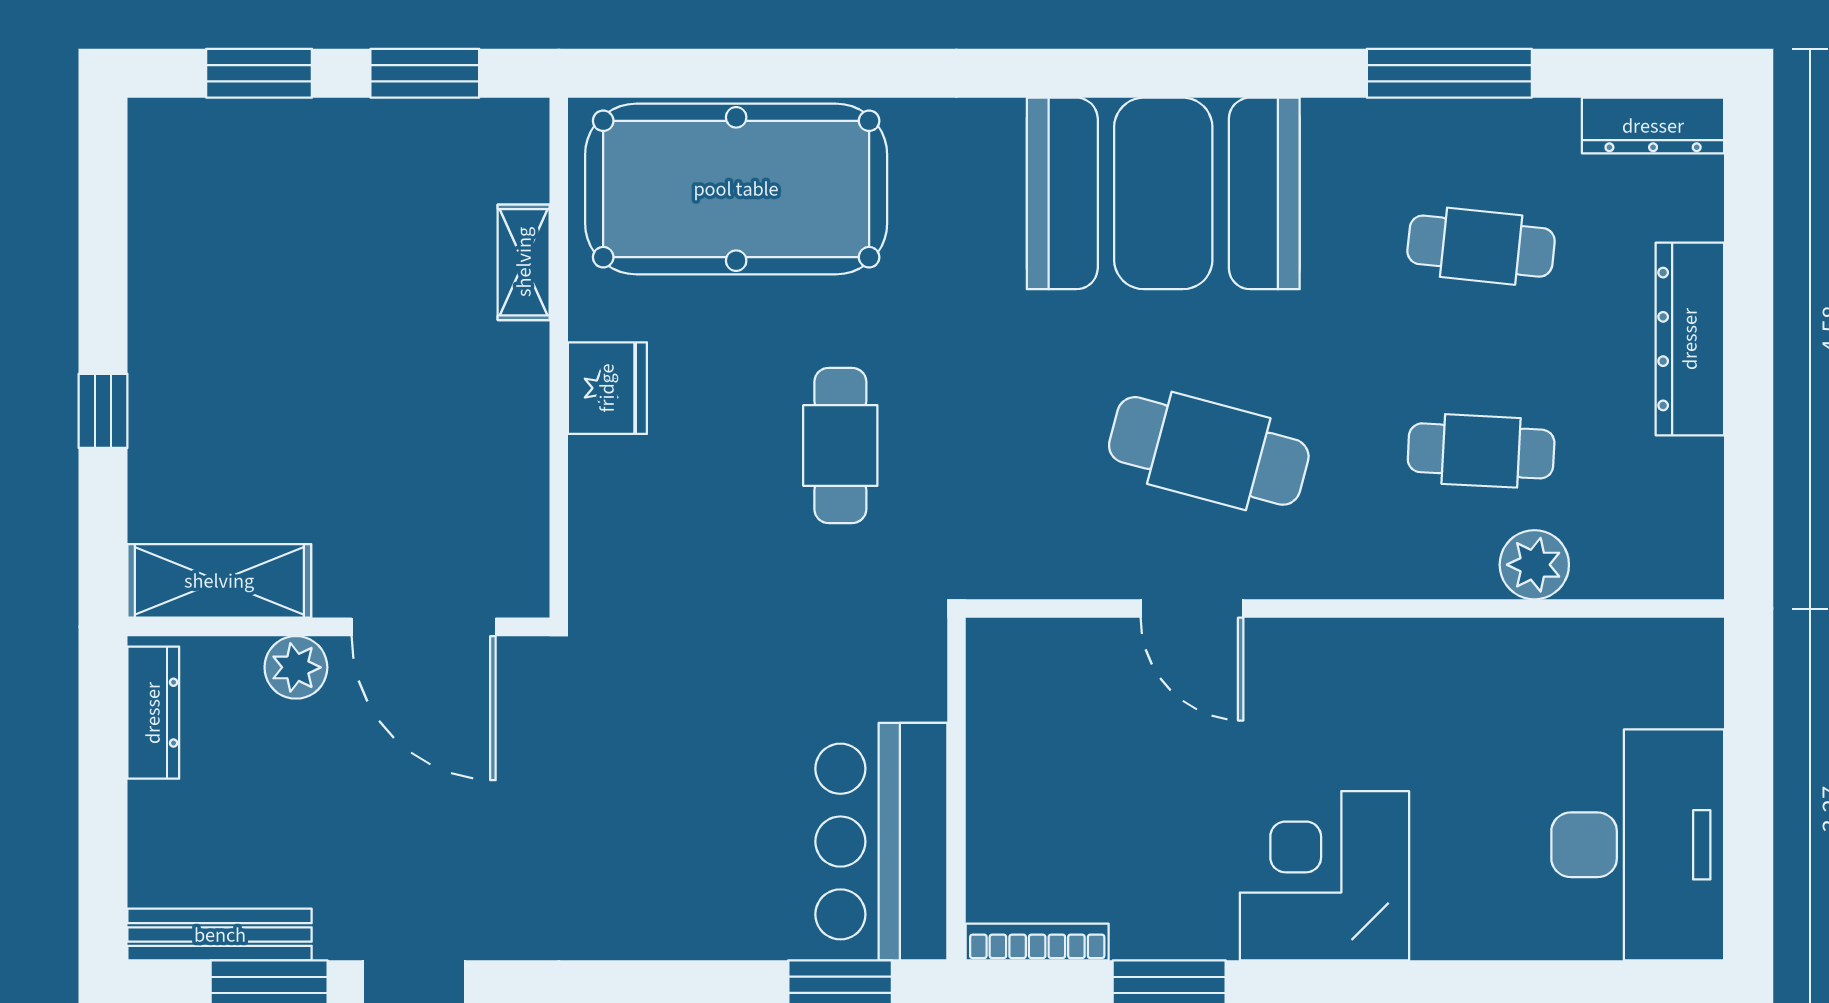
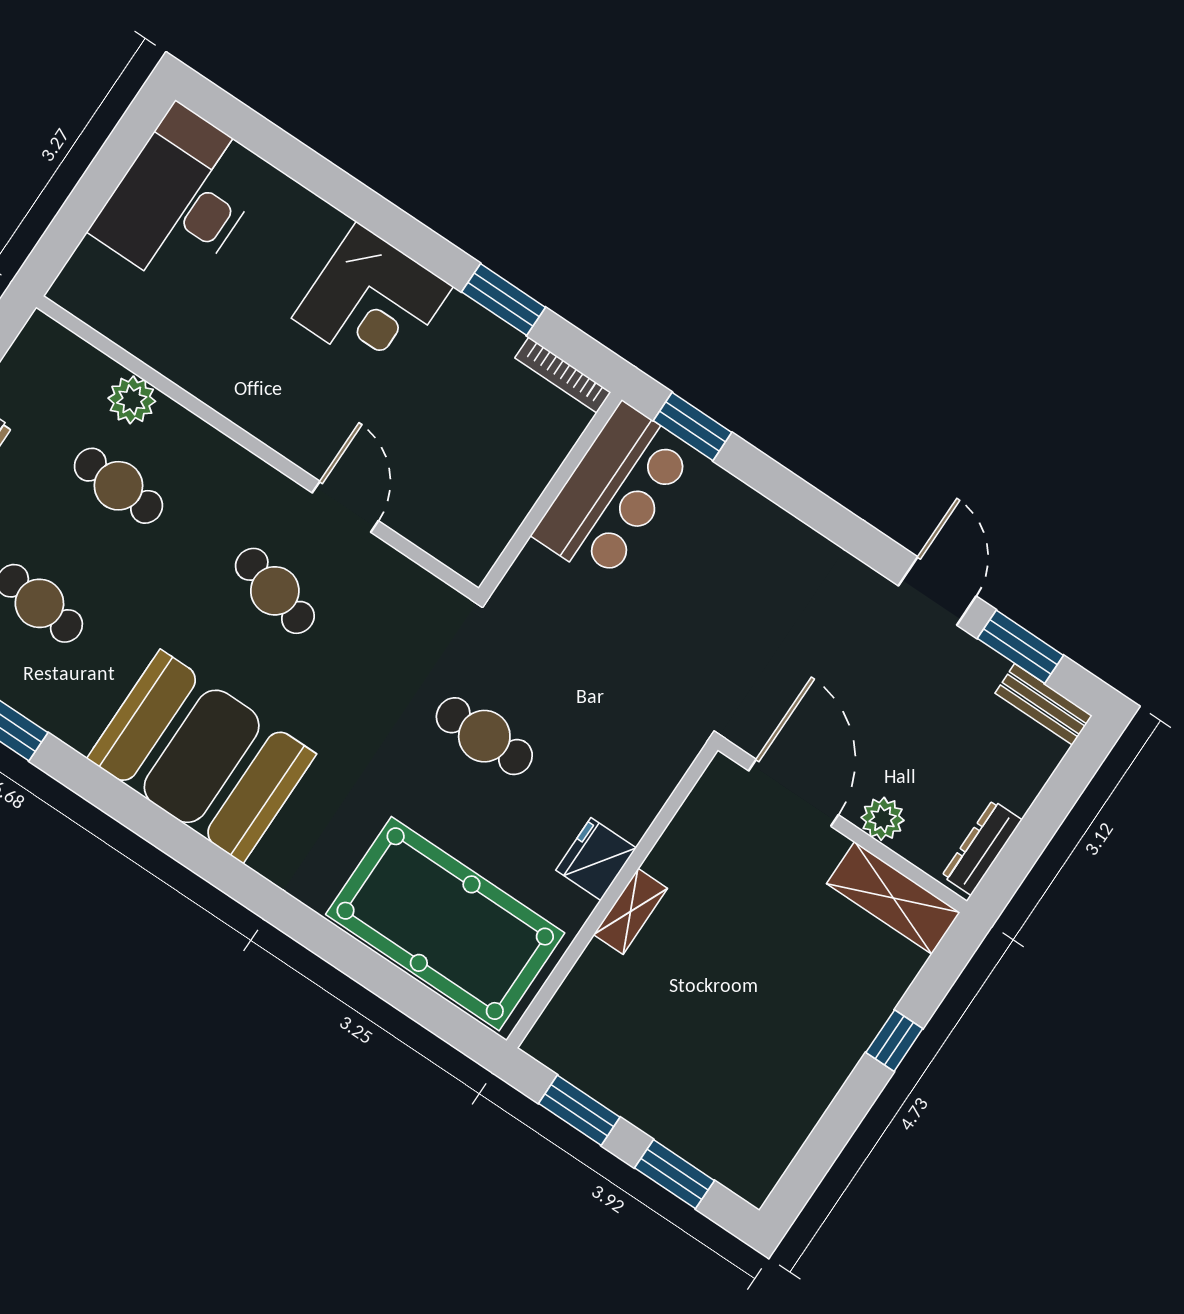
shelving: (524, 262) -> (631, 911), moved
cafe table: (840, 445) -> (484, 736), turned 90
cafe table: (1209, 451) -> (275, 591), width x0.73, depth x0.74
bench: (220, 935) -> (1044, 704), width x0.73

